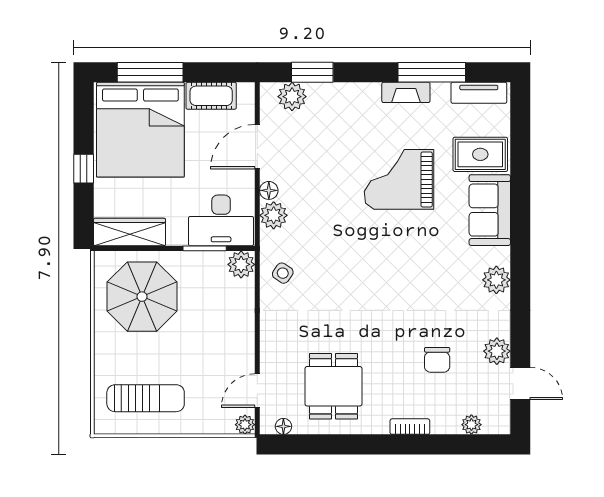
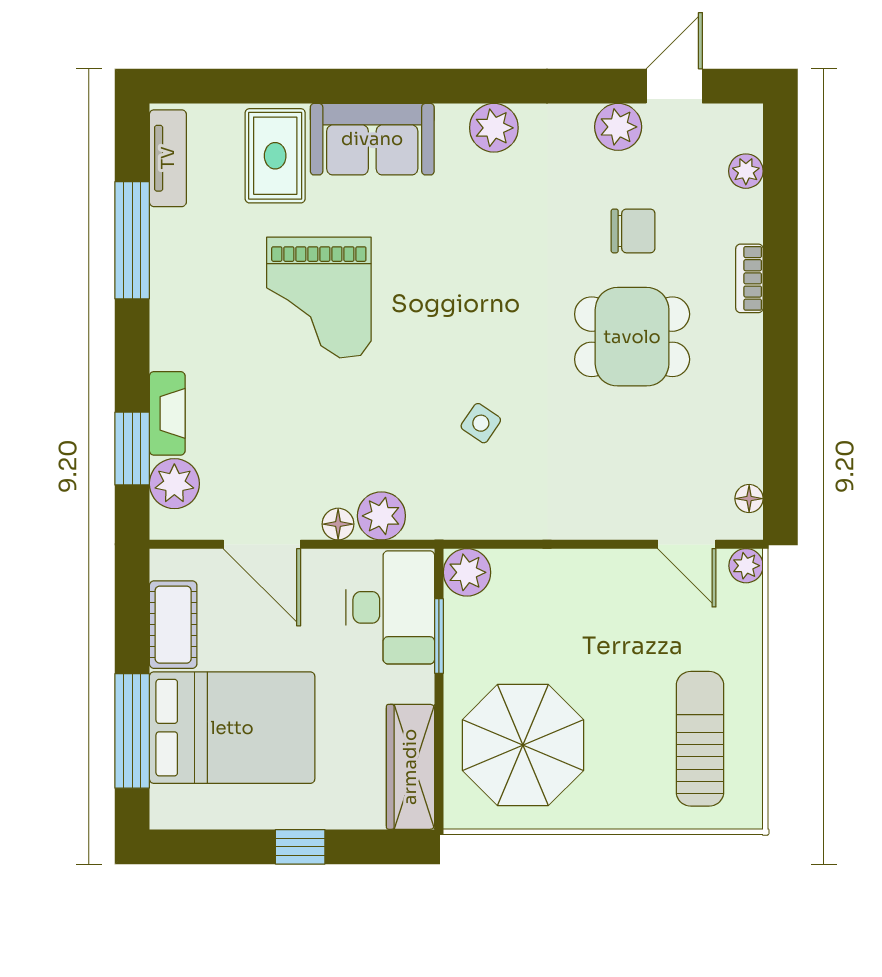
fireplace: (406, 92) -> (167, 413), moved
bed: (140, 130) -> (232, 728), width x0.73
side table: (283, 273) -> (481, 423), moved
dining table: (333, 386) -> (632, 337), moved

